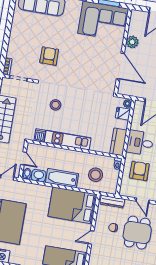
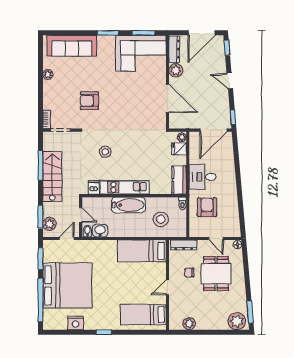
dresser: (134, 23) -> (174, 49), added
plant: (16, 26) -> (48, 74), added
armchair: (49, 56) -> (89, 101), turned -90
bathtub: (62, 178) -> (128, 205), moved, turned 180
bed: (72, 205) -> (142, 251), width x0.67

